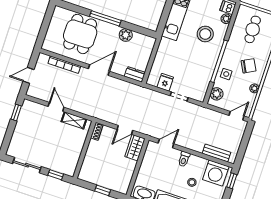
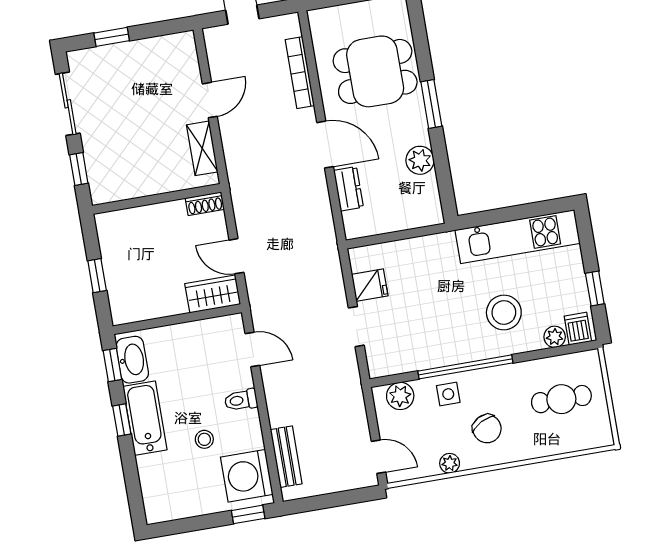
window: (105, 18) -> (431, 104), width x0.69
dresser: (135, 74) -> (349, 189), moved
window: (16, 113) -> (112, 37), moved

